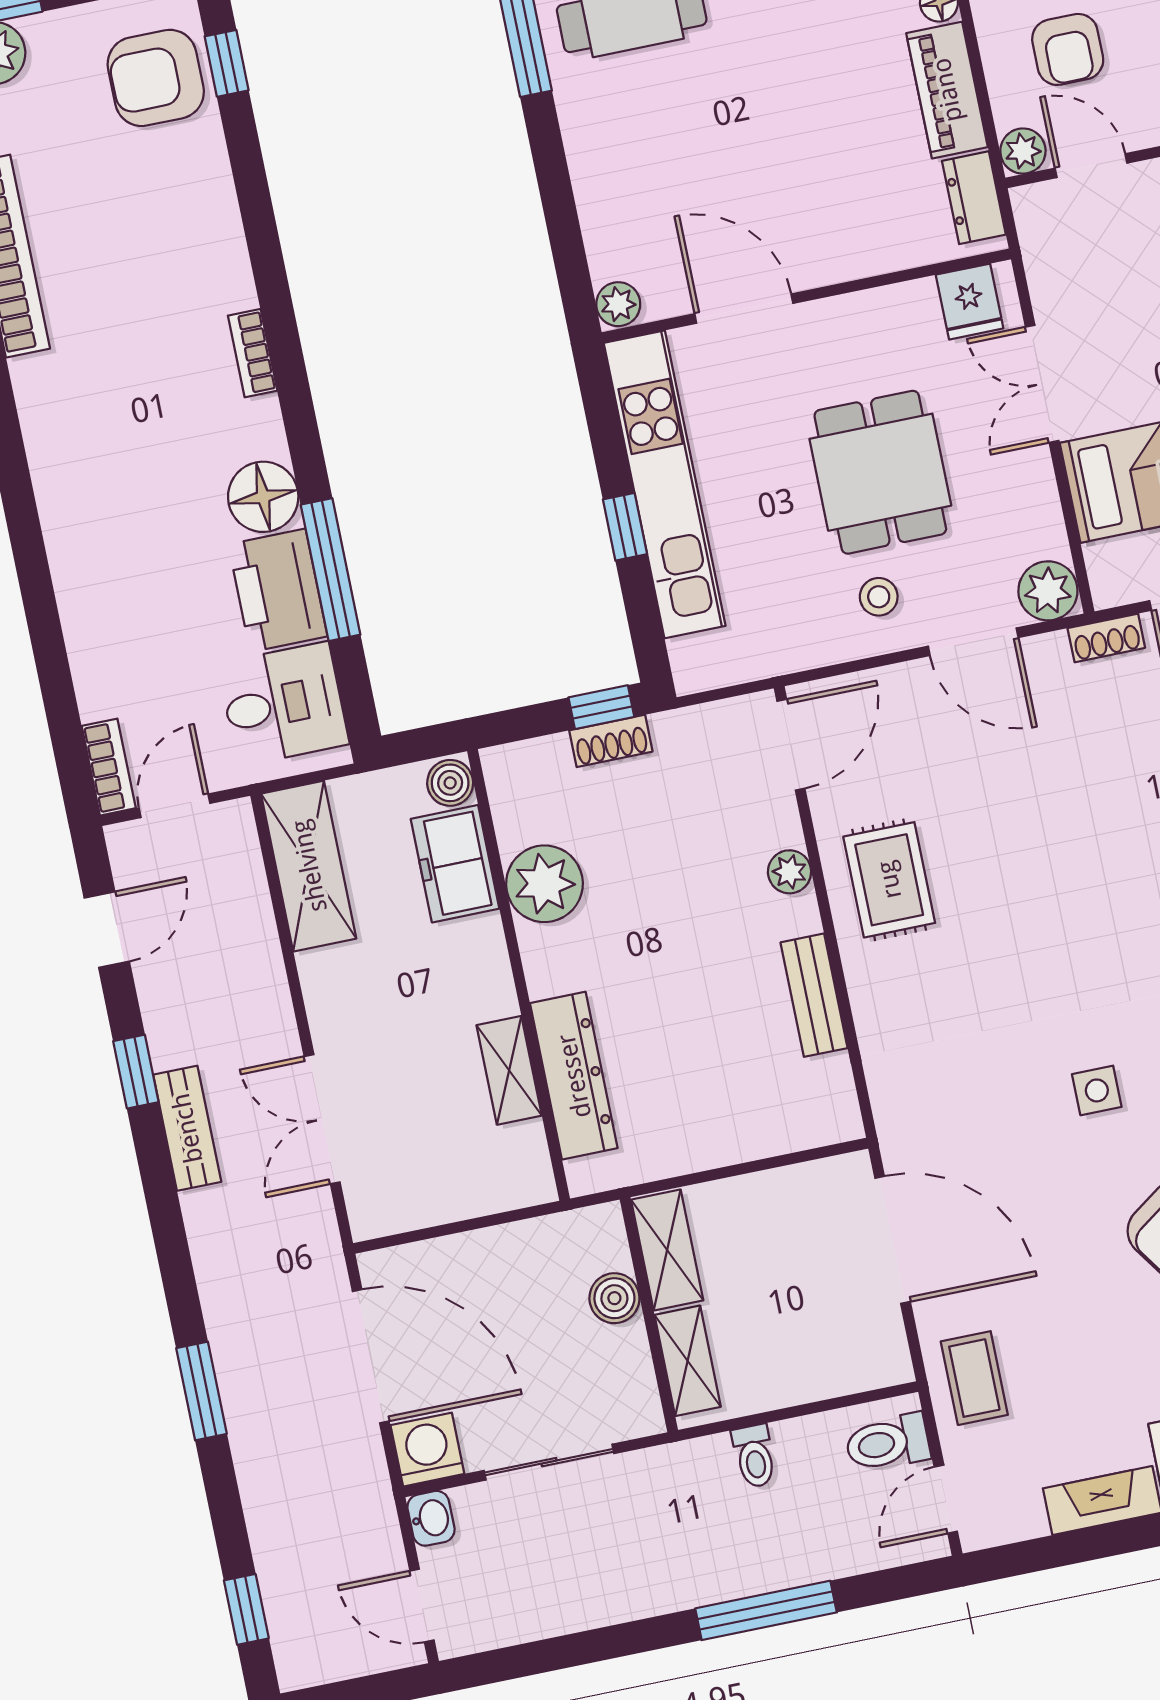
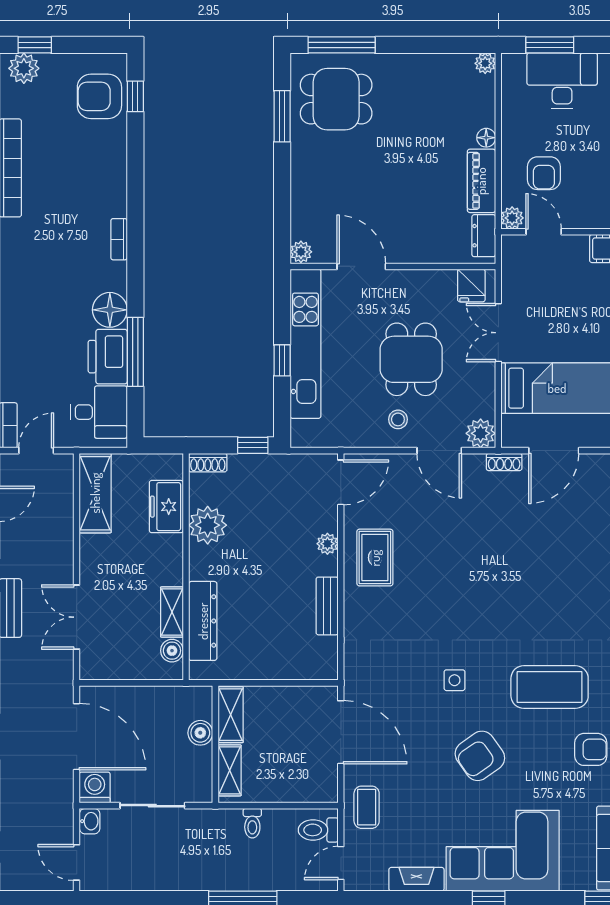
shoe rack: (611, 741) -> (208, 463), moved
boiler: (450, 783) -> (172, 651), moved

